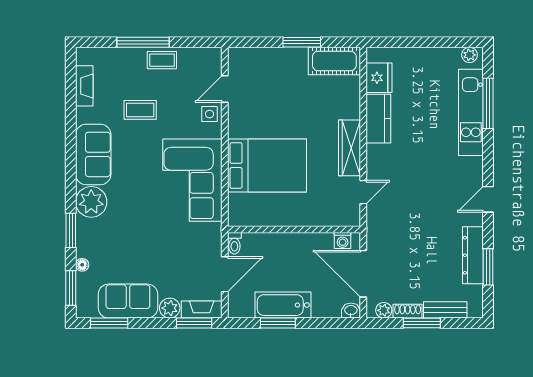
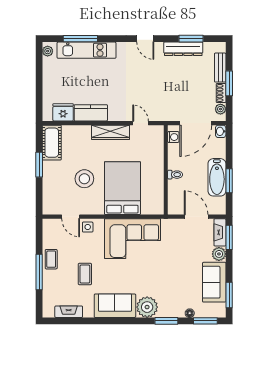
stool: (281, 109) -> (84, 179), added
toilet: (234, 243) -> (175, 175), moved

